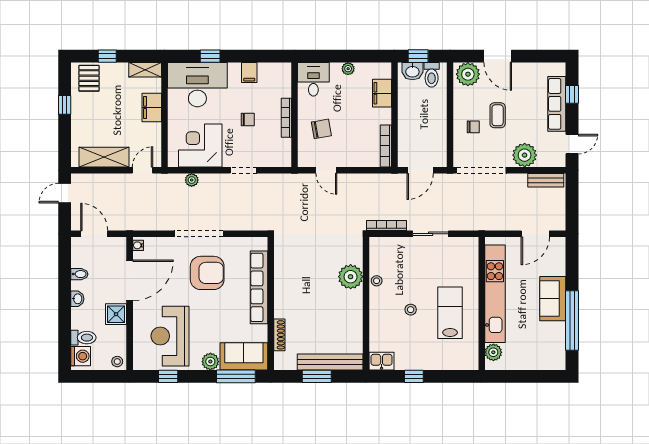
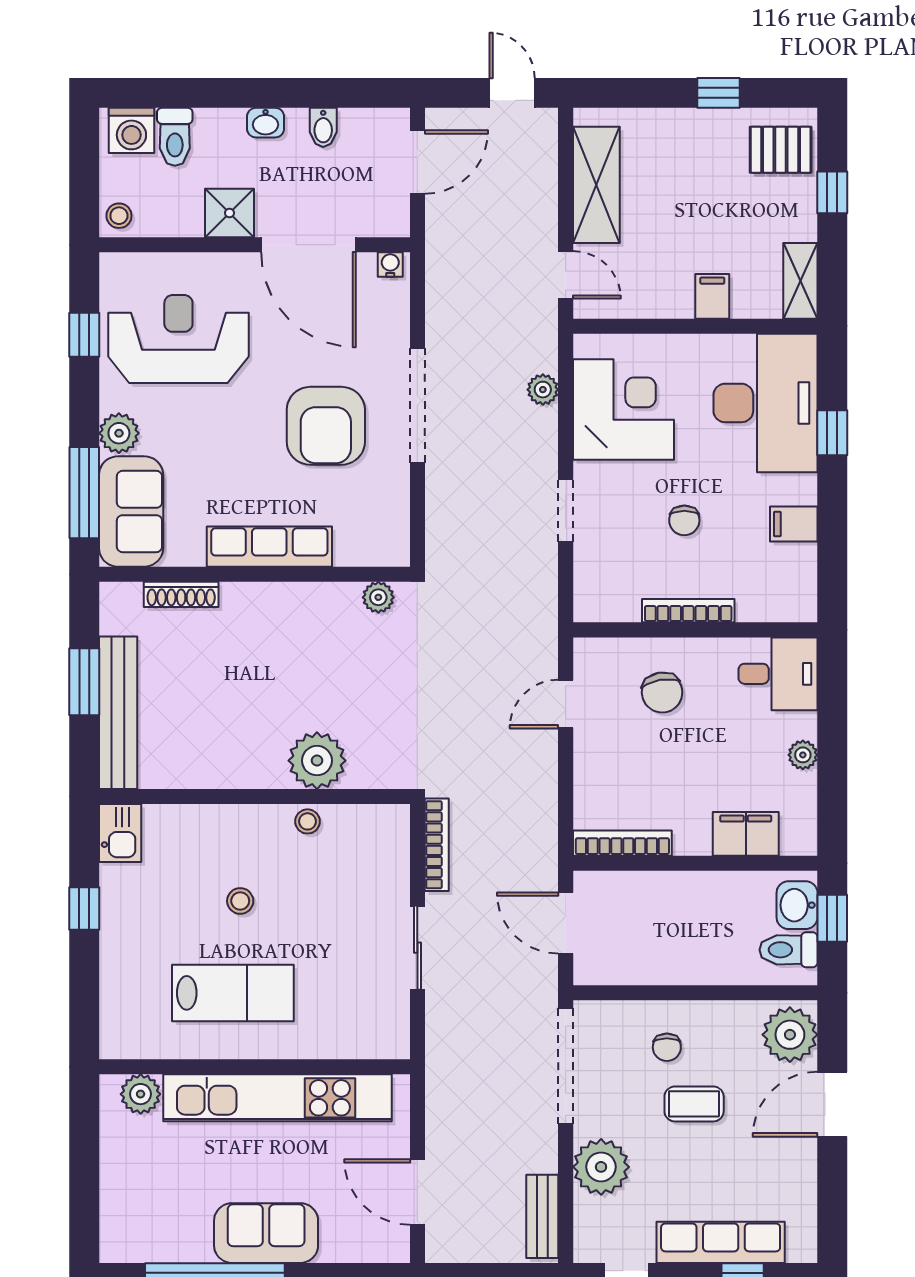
filing cabinet: (152, 107) -> (712, 296), width x0.50
plant: (281, 250) -> (378, 597), added
row of seats: (259, 287) -> (269, 547), width x0.73

